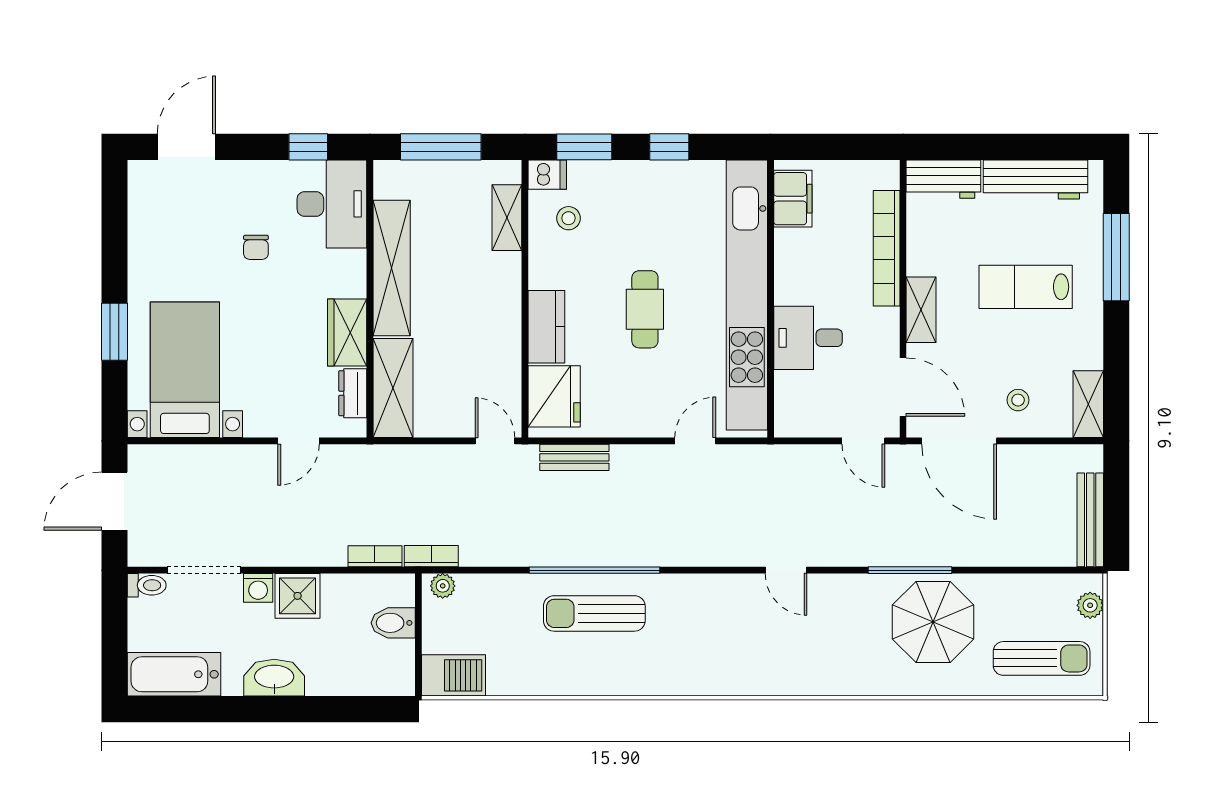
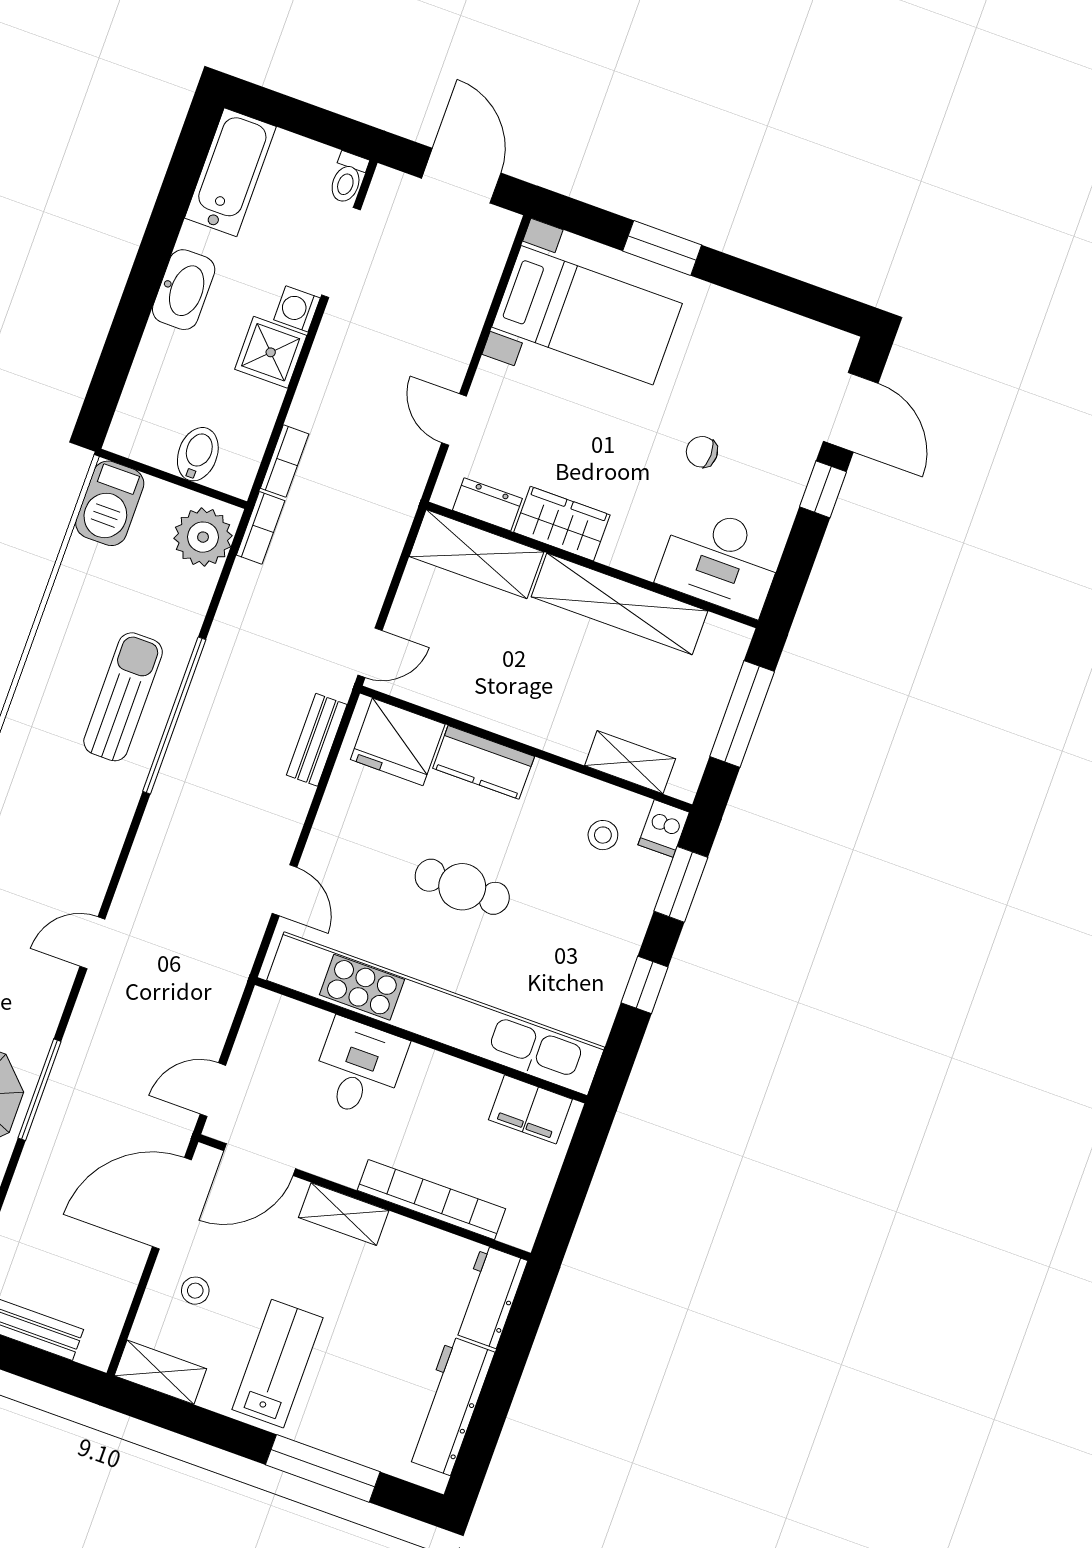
window: (308, 147) -> (823, 489), moved
lab bench: (1026, 287) -> (278, 1364), moved
plant: (443, 586) -> (203, 537), width x1.88, depth x1.88

